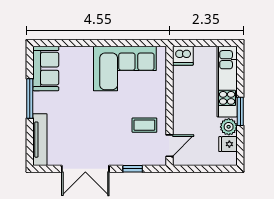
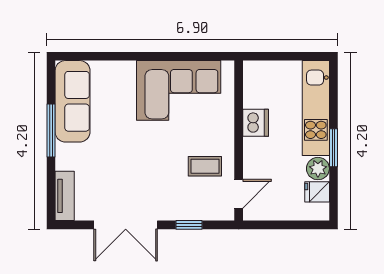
dishwasher: (183, 56) -> (256, 123), moved, turned -90
sofa: (46, 69) -> (73, 101), width x1.36
tv unit: (40, 140) -> (65, 196), width x0.71

